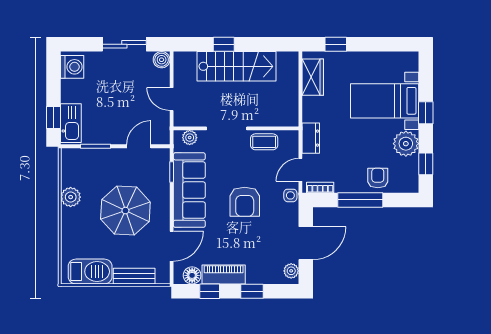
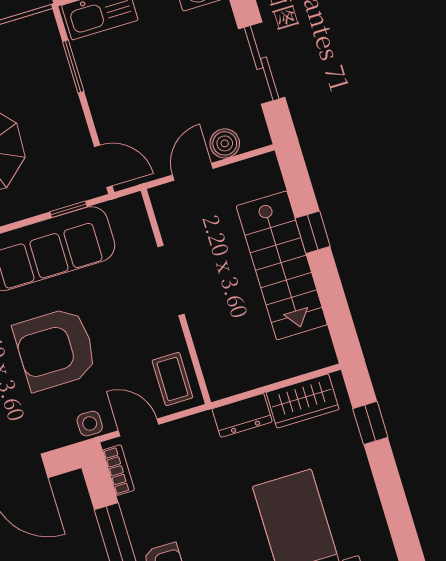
boiler: (162, 60) -> (225, 143), moved
plant: (190, 138) -> (136, 222), removed
dresser: (311, 138) -> (242, 415), moved
coffee table: (264, 142) -> (172, 379), moved
door: (139, 146) -> (103, 166), moved
armchair: (245, 202) -> (55, 349), width x1.36, depth x1.36

